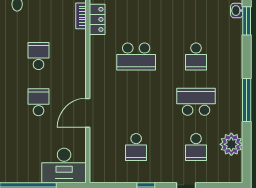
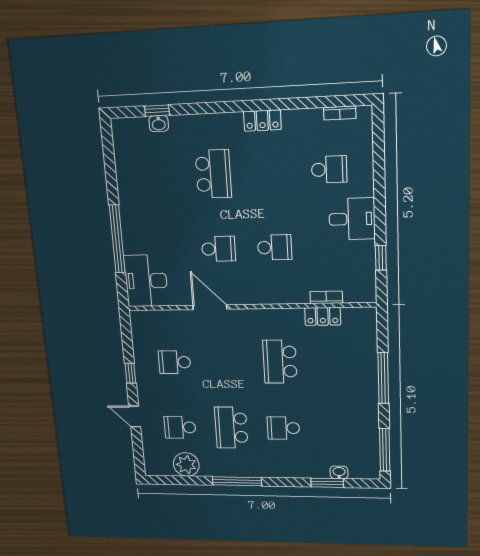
school desk: (196, 102) -> (231, 428), turned 180

